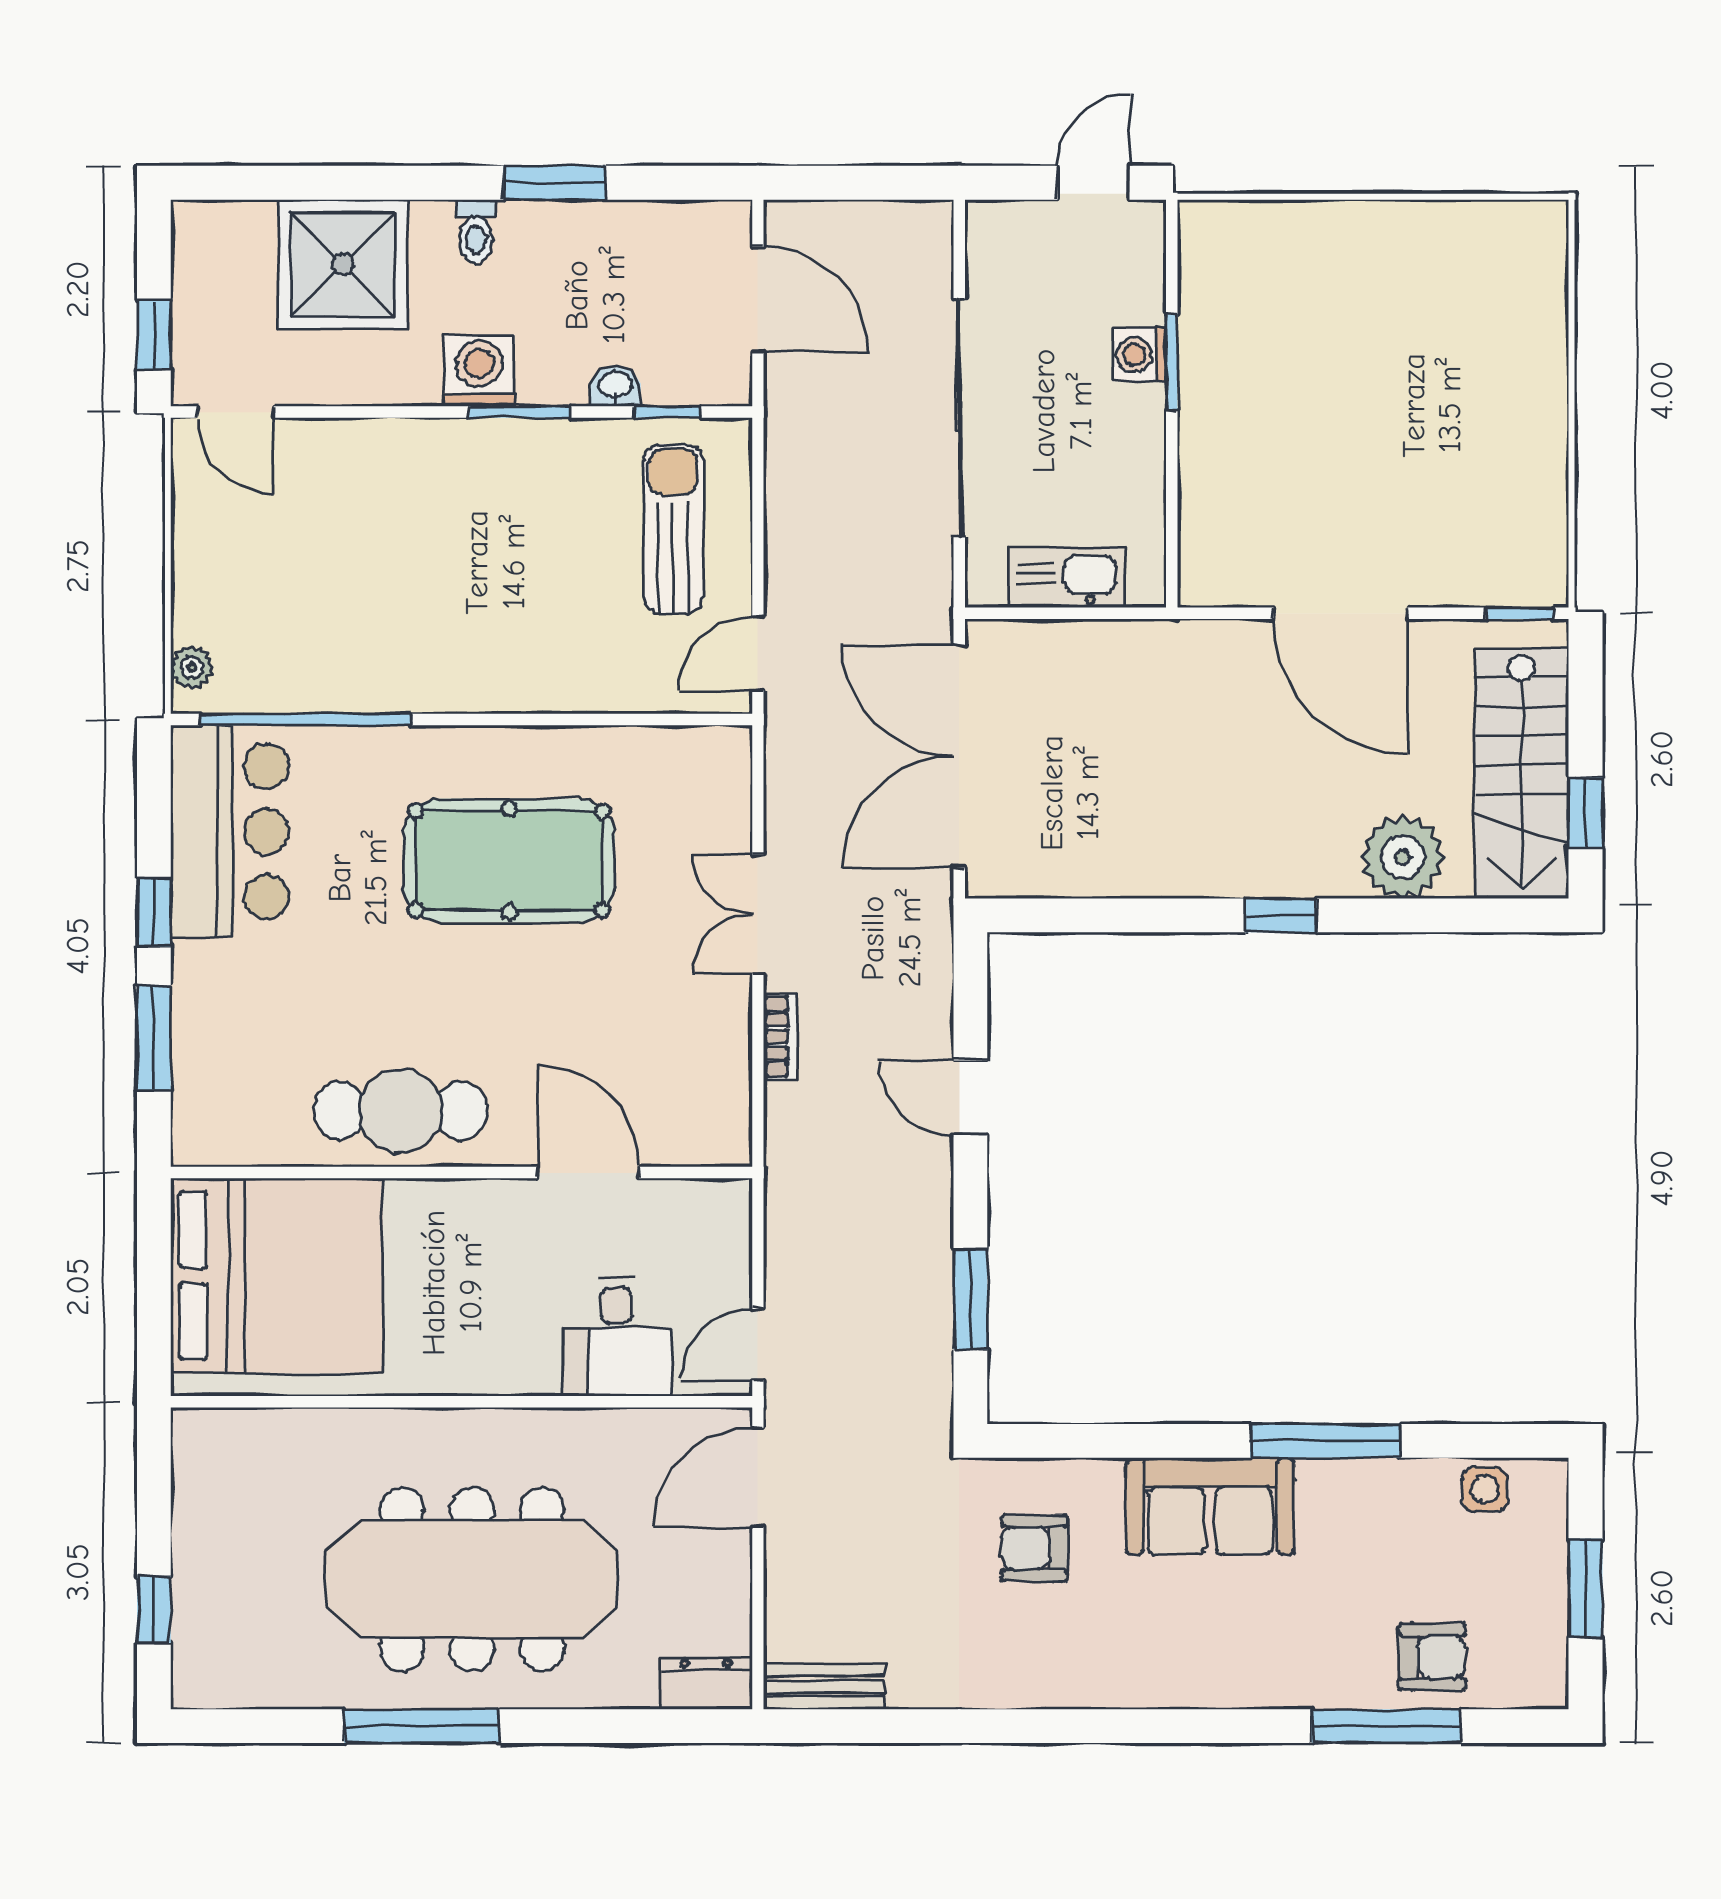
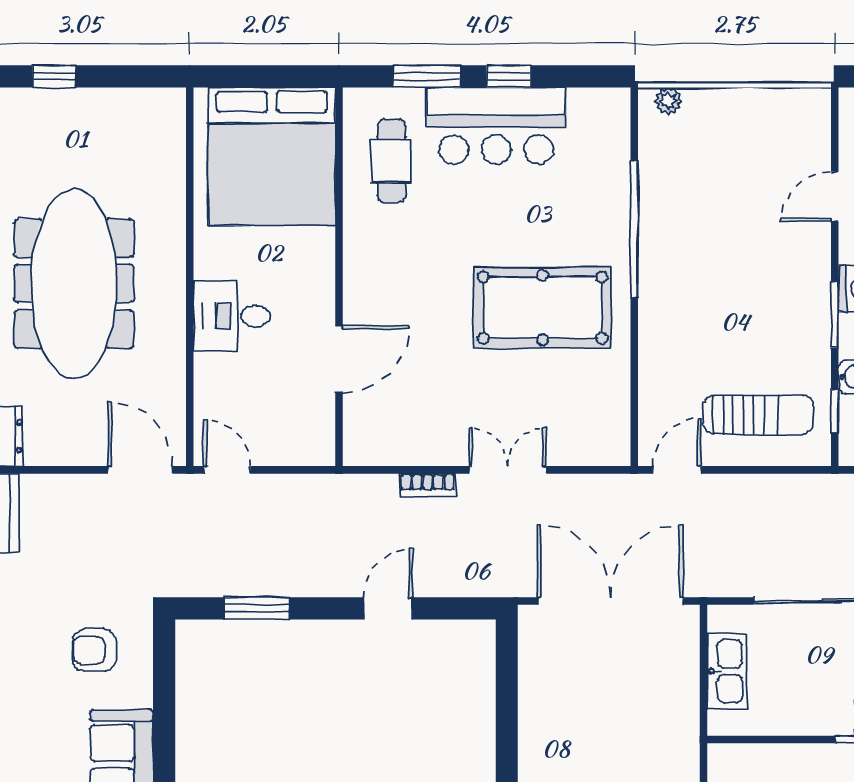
door: (236, 412) -> (835, 197), moved
door: (758, 654) -> (677, 470), hinge flipped
window: (306, 720) -> (634, 229), moved
bar counter: (230, 831) -> (496, 126), moved
pool table: (509, 860) -> (542, 308), turned 90
cafe table: (401, 1111) -> (391, 161), moved, width x0.73, depth x0.74
desk: (617, 1337) -> (232, 316), moved
armchair: (1035, 1548) -> (94, 650), turned -90

